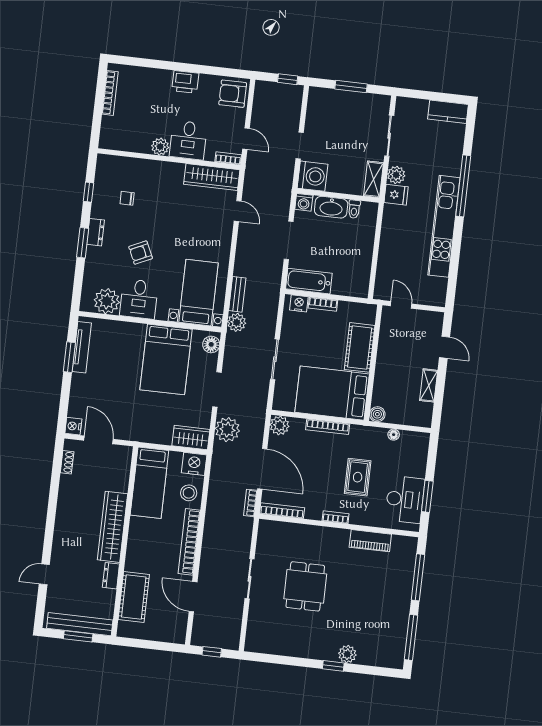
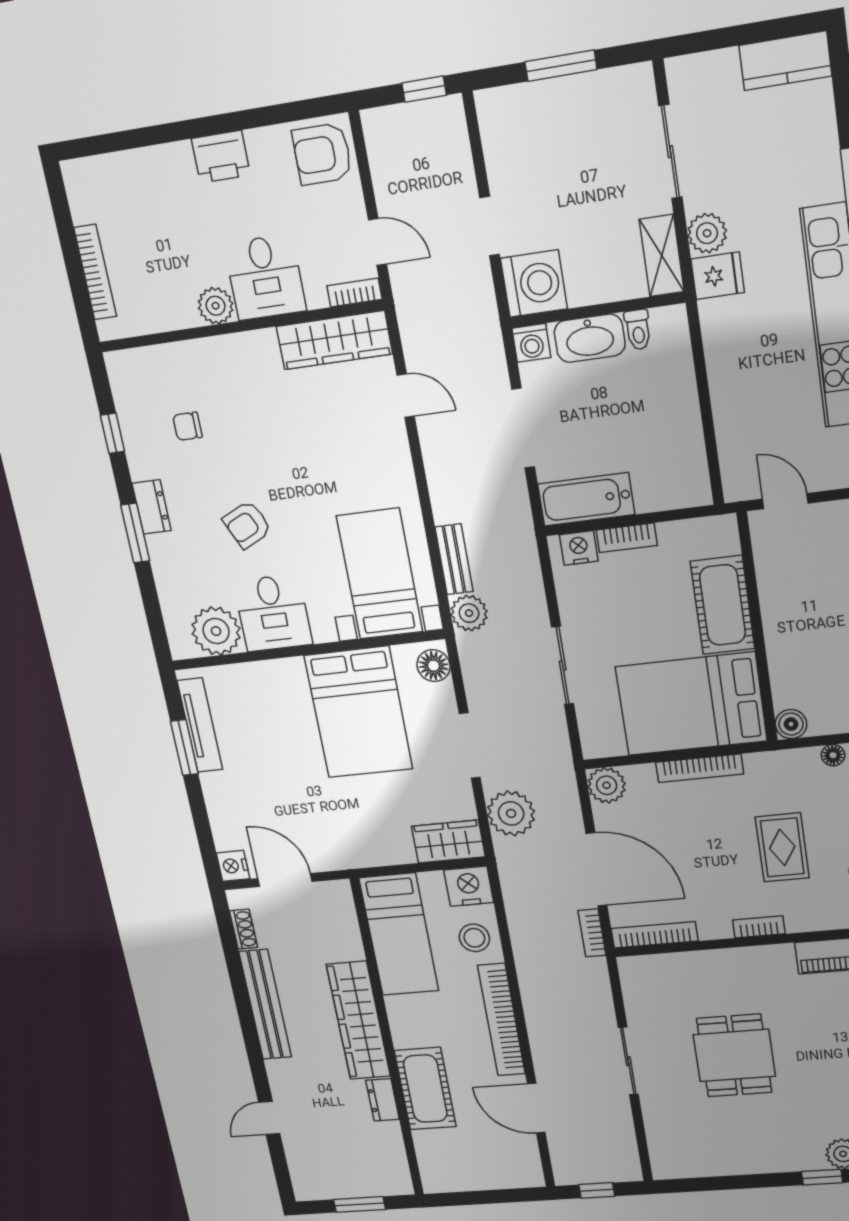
bookcase: (110, 93) -> (95, 272), moved
cot: (134, 597) -> (425, 1089), moved
bench: (80, 624) -> (265, 1005), moved, turned 90

